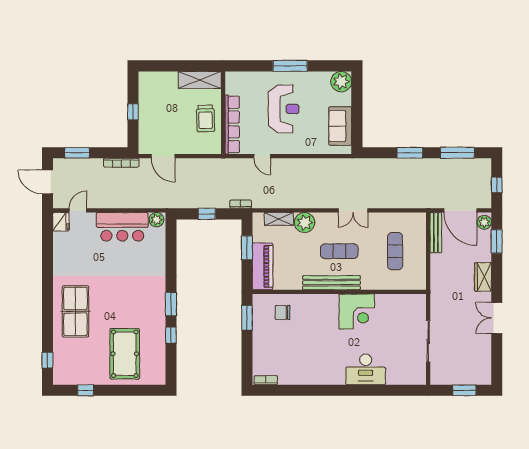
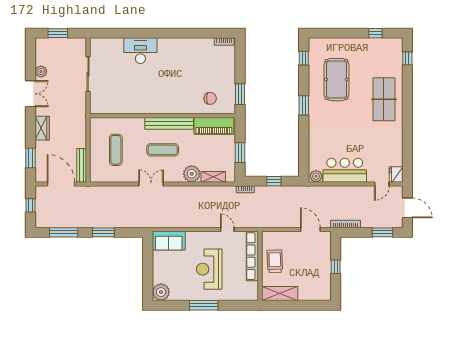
sofa: (340, 126) -> (169, 241), moved, turned 90
plant: (484, 222) -> (41, 72), moved
piano: (263, 266) -> (214, 126), moved, turned -90
corner desk: (357, 312) -> (148, 99), removed
window: (171, 335) -> (304, 58), moved
pool table: (125, 354) -> (336, 80), moved

